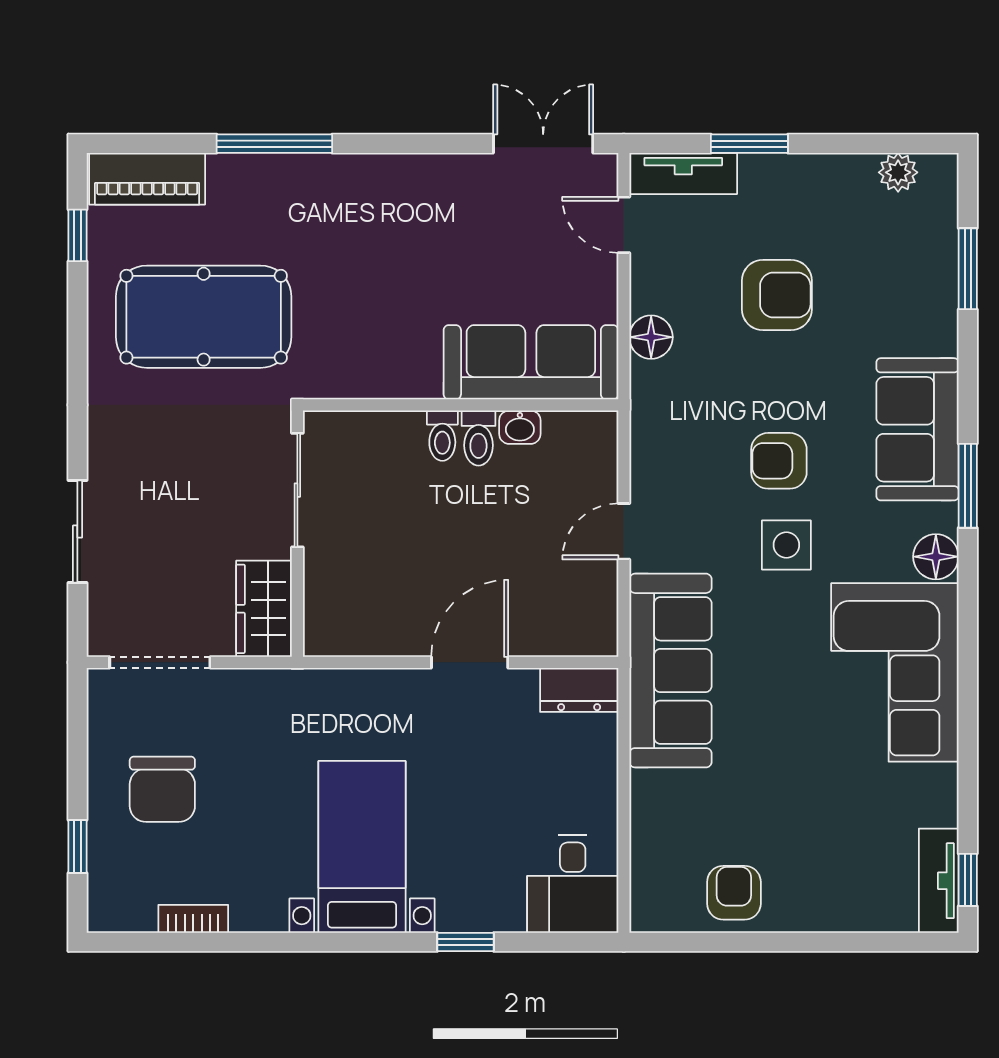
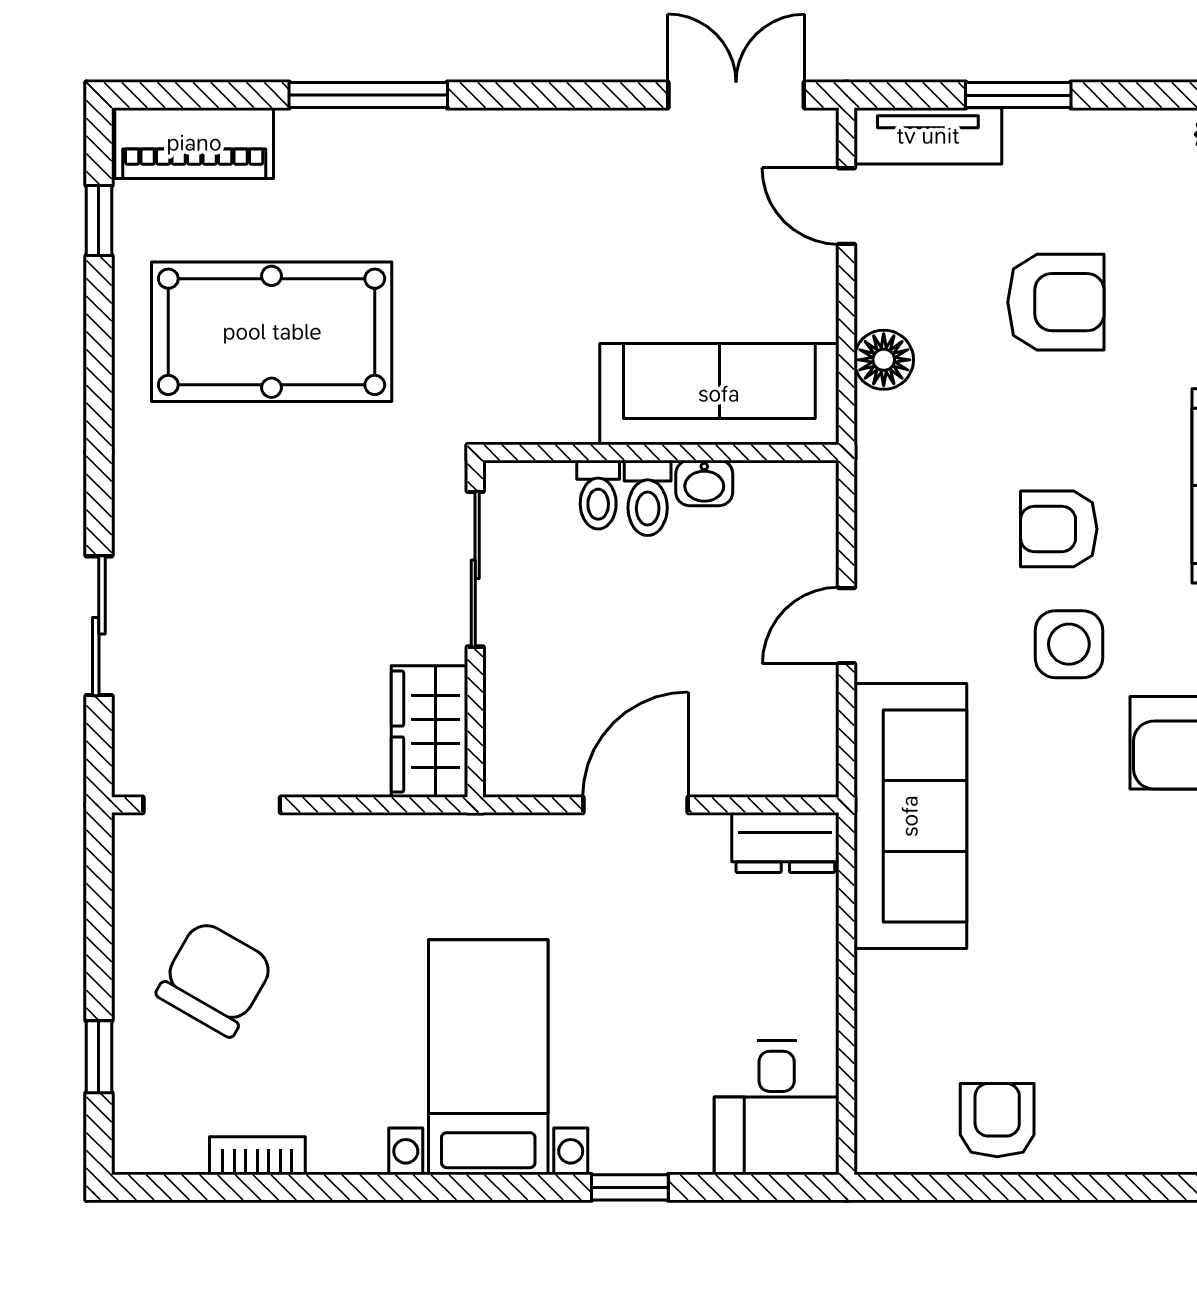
sliding door: (297, 490) -> (475, 569), moved
wall: (297, 534) -> (475, 629), moved
wardrobe: (264, 609) -> (430, 732), moved
chair: (162, 789) -> (215, 979), turned -150

